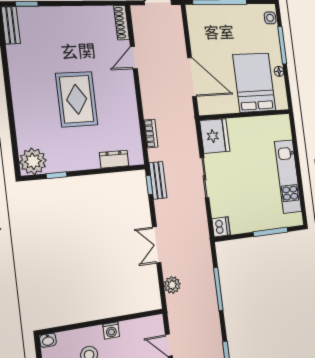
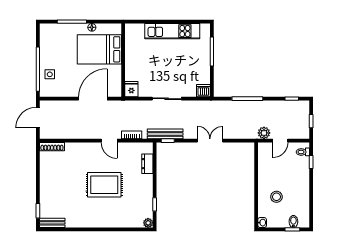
side table: (270, 18) -> (50, 74), moved
door: (134, 58) -> (109, 141), moved
fridge: (215, 136) -> (131, 89), width x0.53, depth x0.75
plant: (33, 161) -> (148, 223), width x0.53, depth x0.53
bench: (158, 180) -> (165, 134), width x1.36
double door: (157, 245) -> (210, 141), swing flipped
plant: (172, 285) -> (264, 133), moved
washing machine: (111, 330) -> (263, 180), removed

